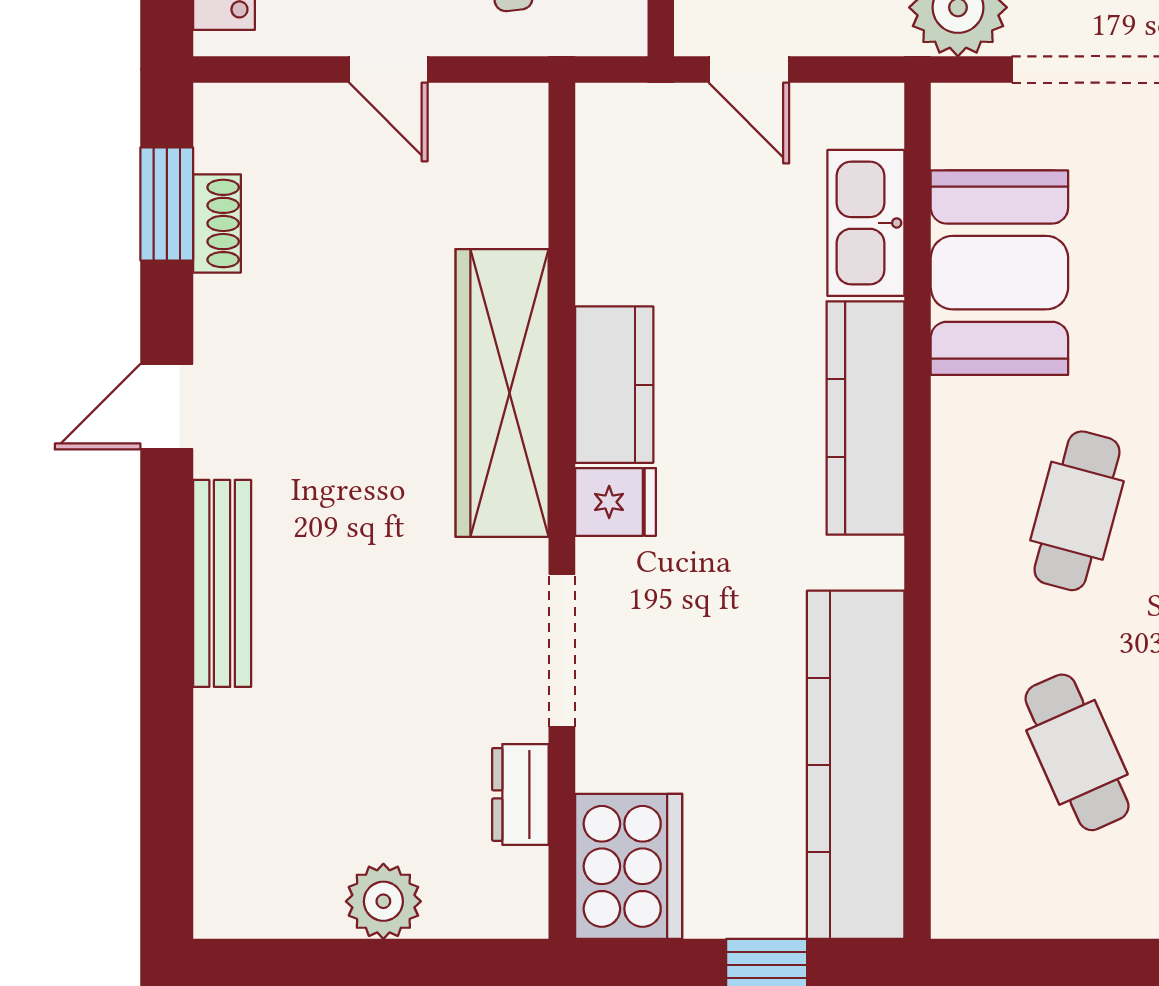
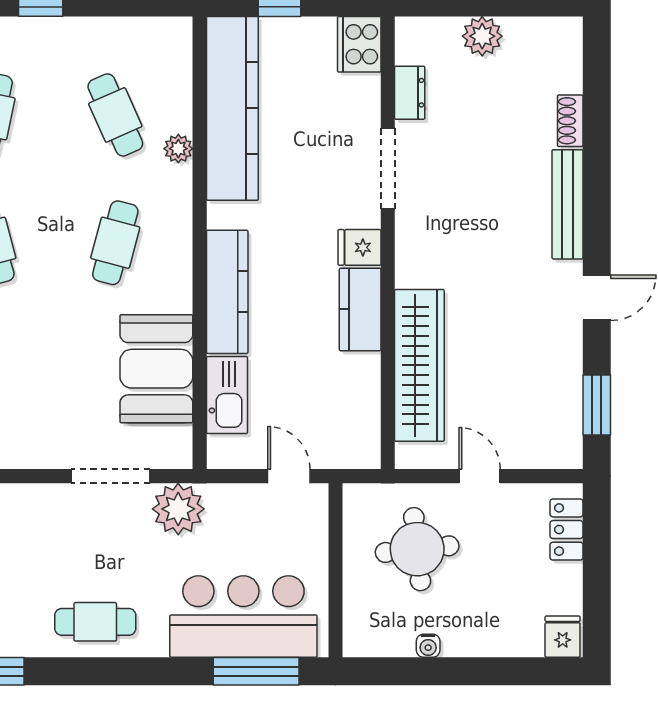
shoe rack: (217, 223) -> (570, 121), moved
wardrobe: (502, 393) -> (419, 365), moved
plant: (958, 689) -> (178, 149), added
cooker: (629, 866) -> (359, 44), width x0.73, depth x0.76

